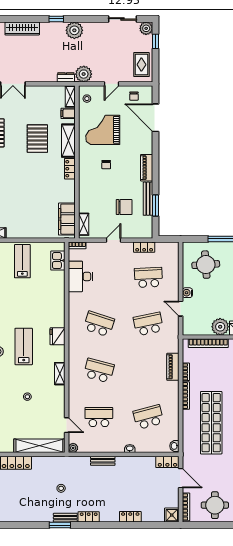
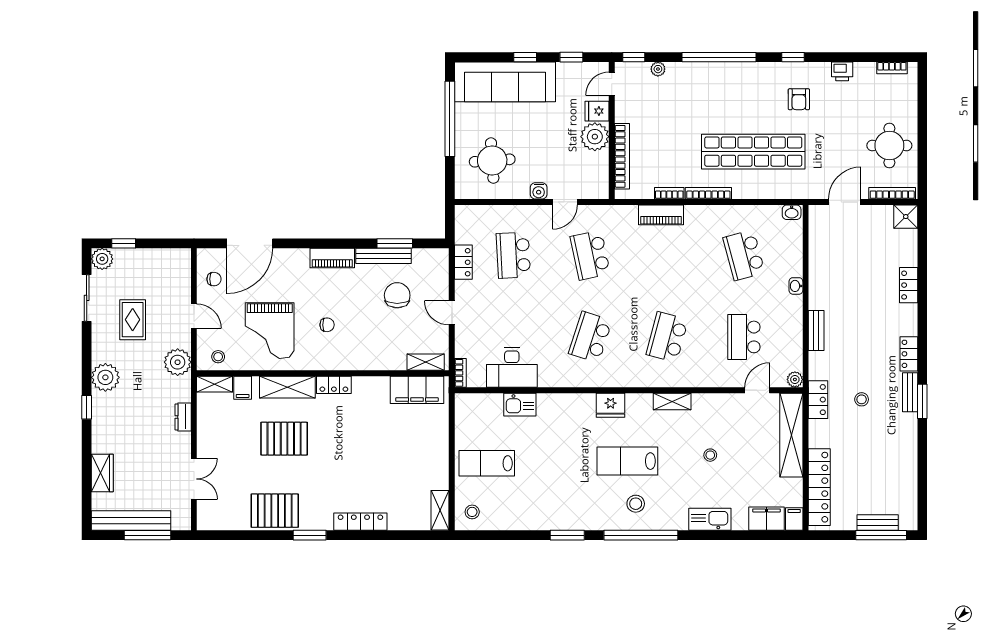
wardrobe: (22, 28) -> (102, 473), width x0.67
rug: (141, 65) -> (133, 320), moved, turned 90
dresser: (66, 77) -> (183, 417), moved
kitchen sink: (58, 261) -> (520, 405), moved
locker: (167, 462) -> (818, 400), moved

